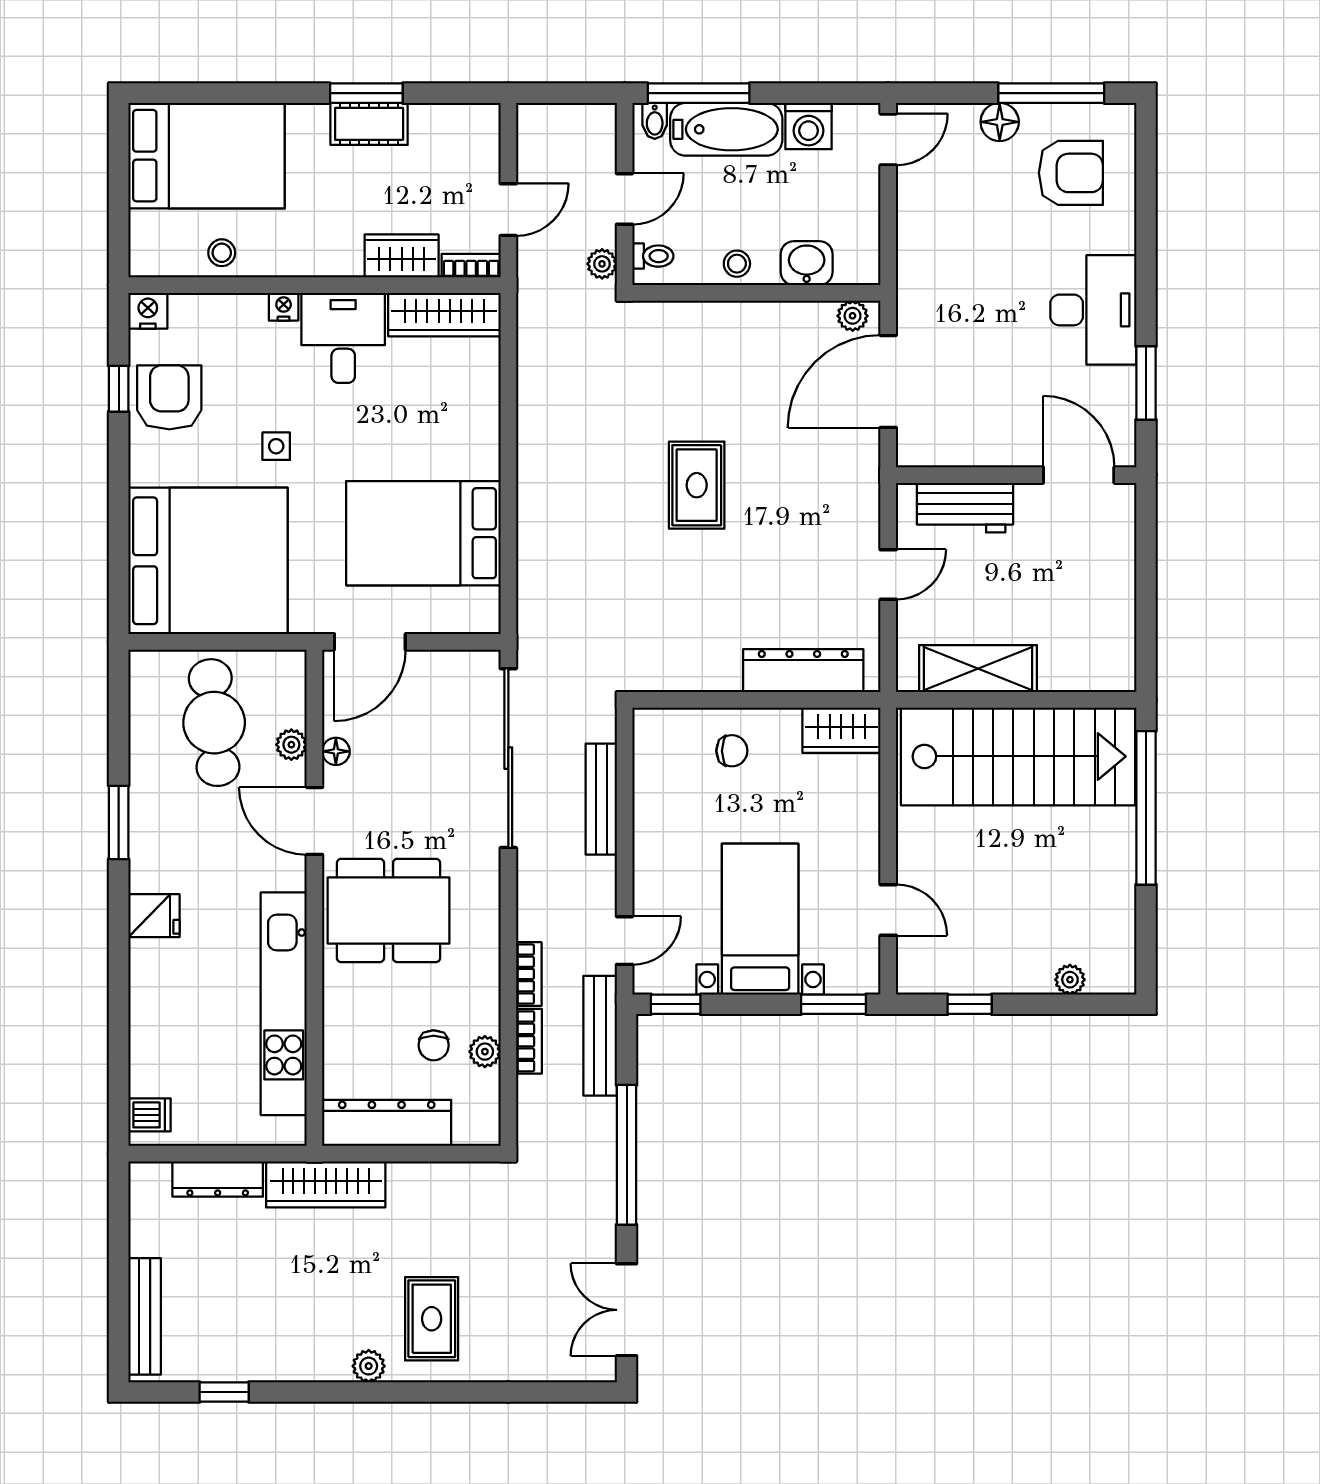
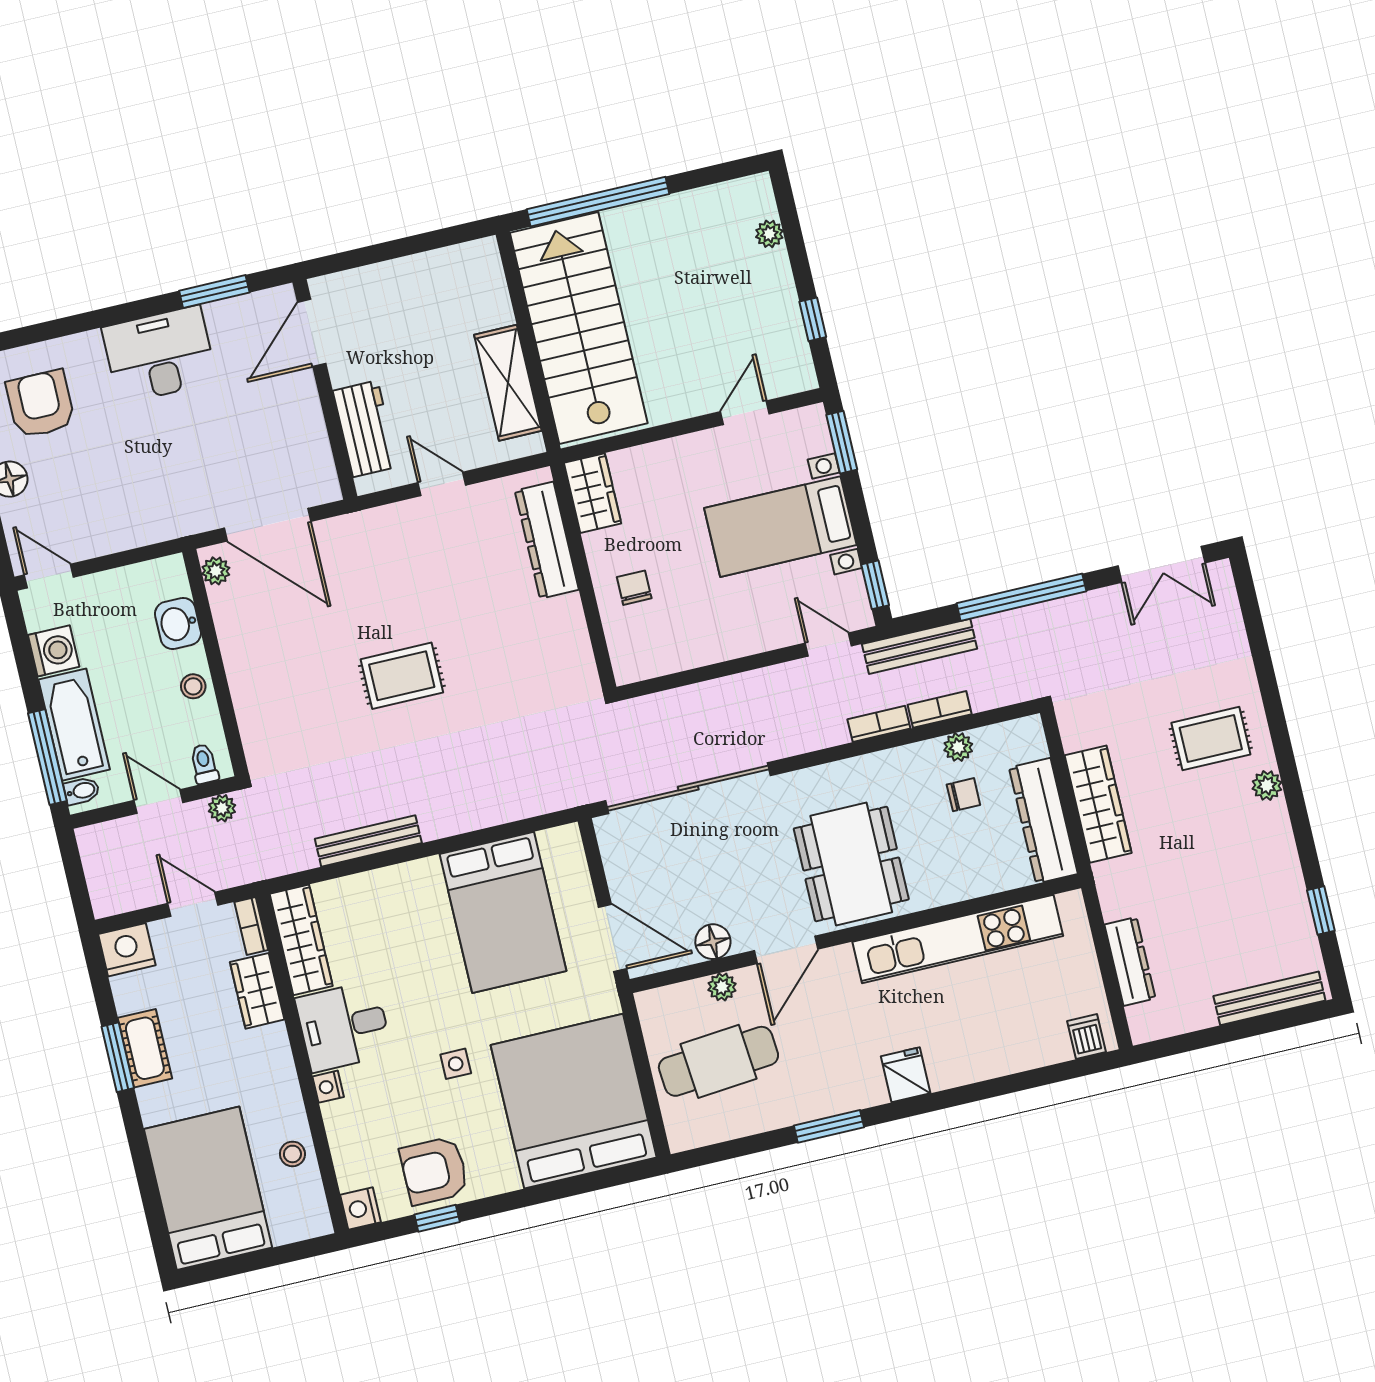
nightstand: (477, 129) -> (127, 950), added
floor lamp: (336, 751) -> (713, 942), width x1.37, depth x1.37
bench: (601, 799) -> (368, 841), moved
wardrobe: (326, 1184) -> (1098, 804), moved

